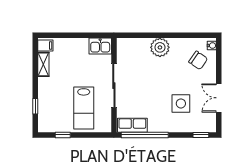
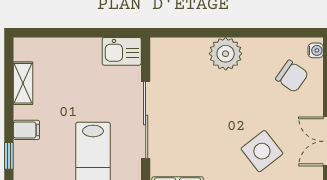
filing cabinet: (45, 45) -> (26, 130), moved
side table: (181, 103) -> (262, 151), turned -38

